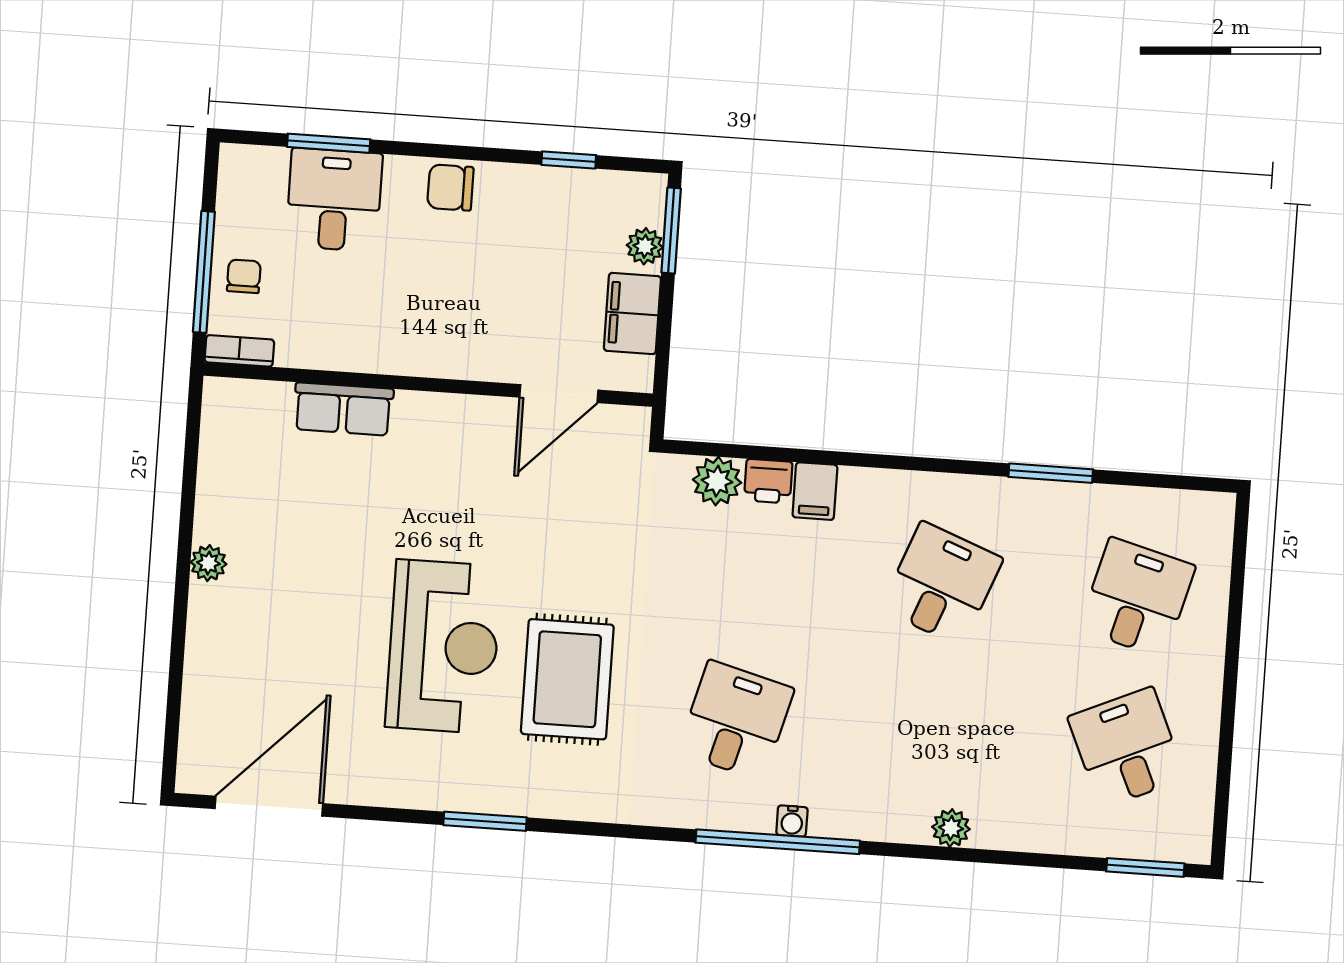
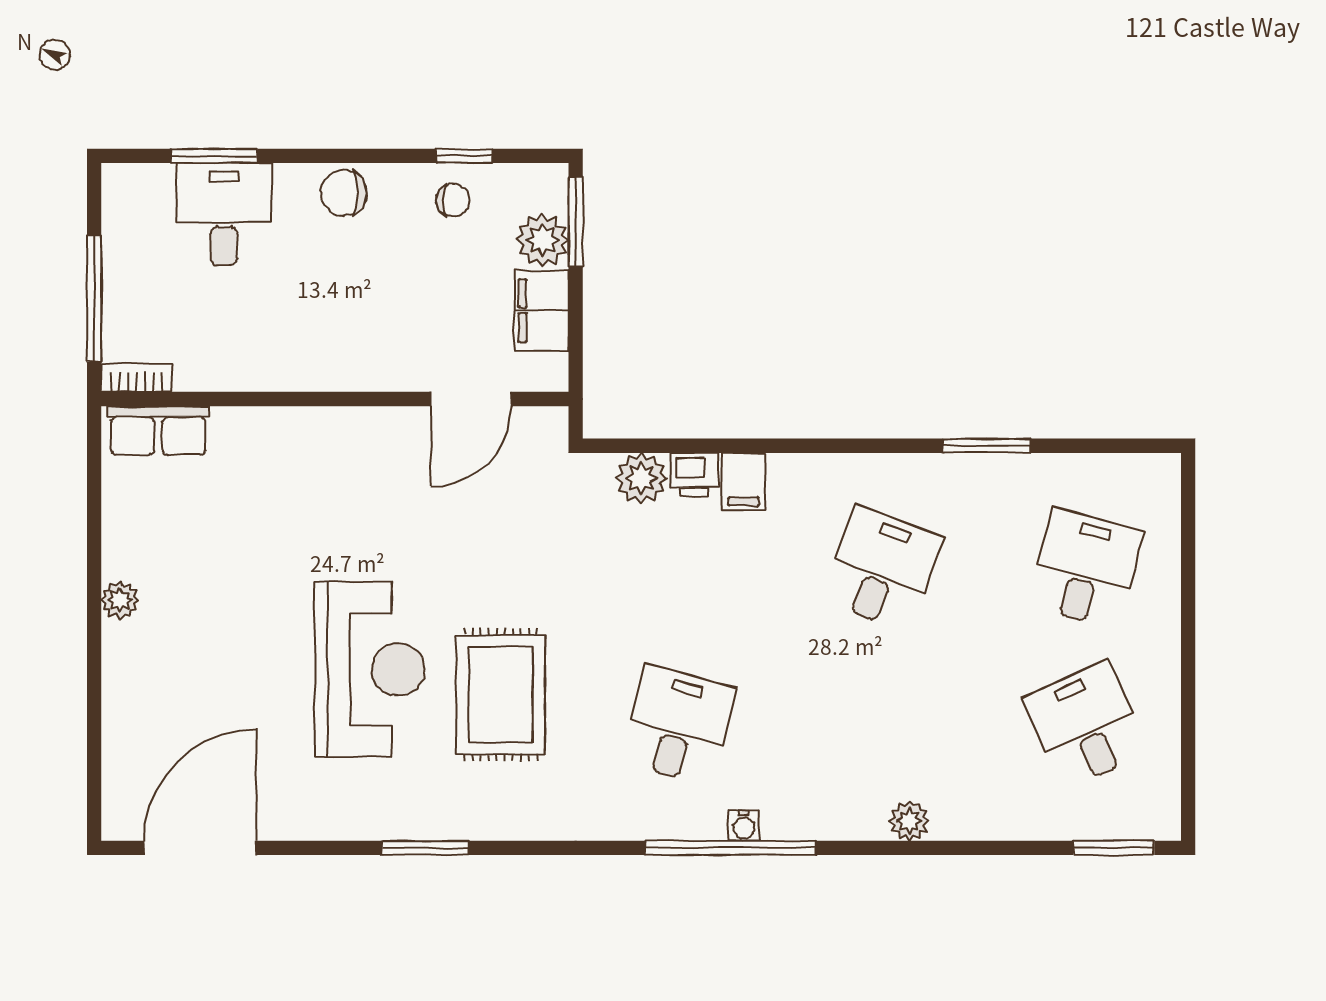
plant: (645, 246) -> (542, 240), width x1.38, depth x1.38
chair: (244, 276) -> (453, 200), moved, turned 90
row of seats: (343, 409) -> (158, 431), moved

